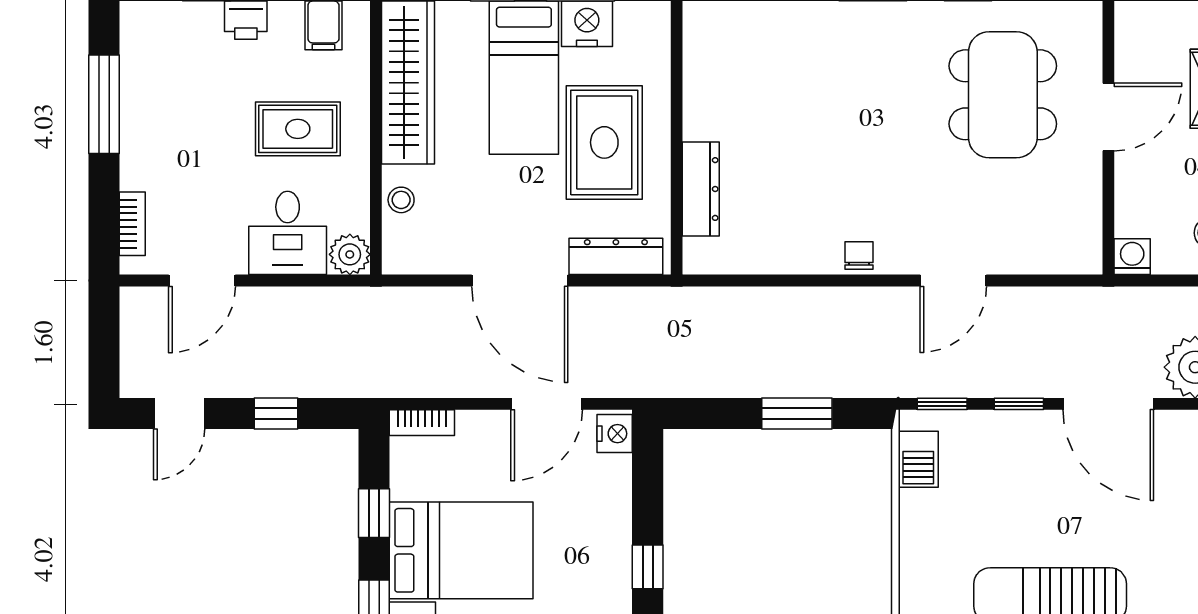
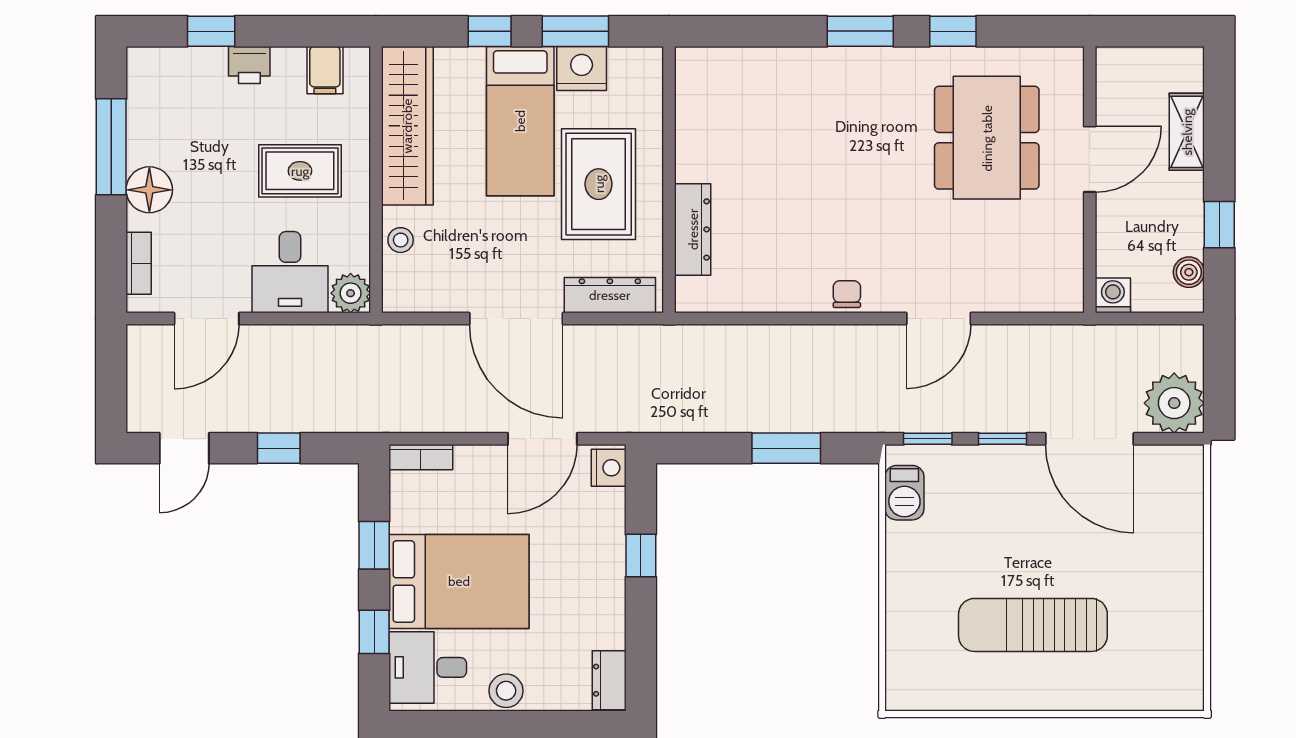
floor lamp: (143, 148) -> (149, 190), added
window: (648, 567) -> (641, 556), moved

